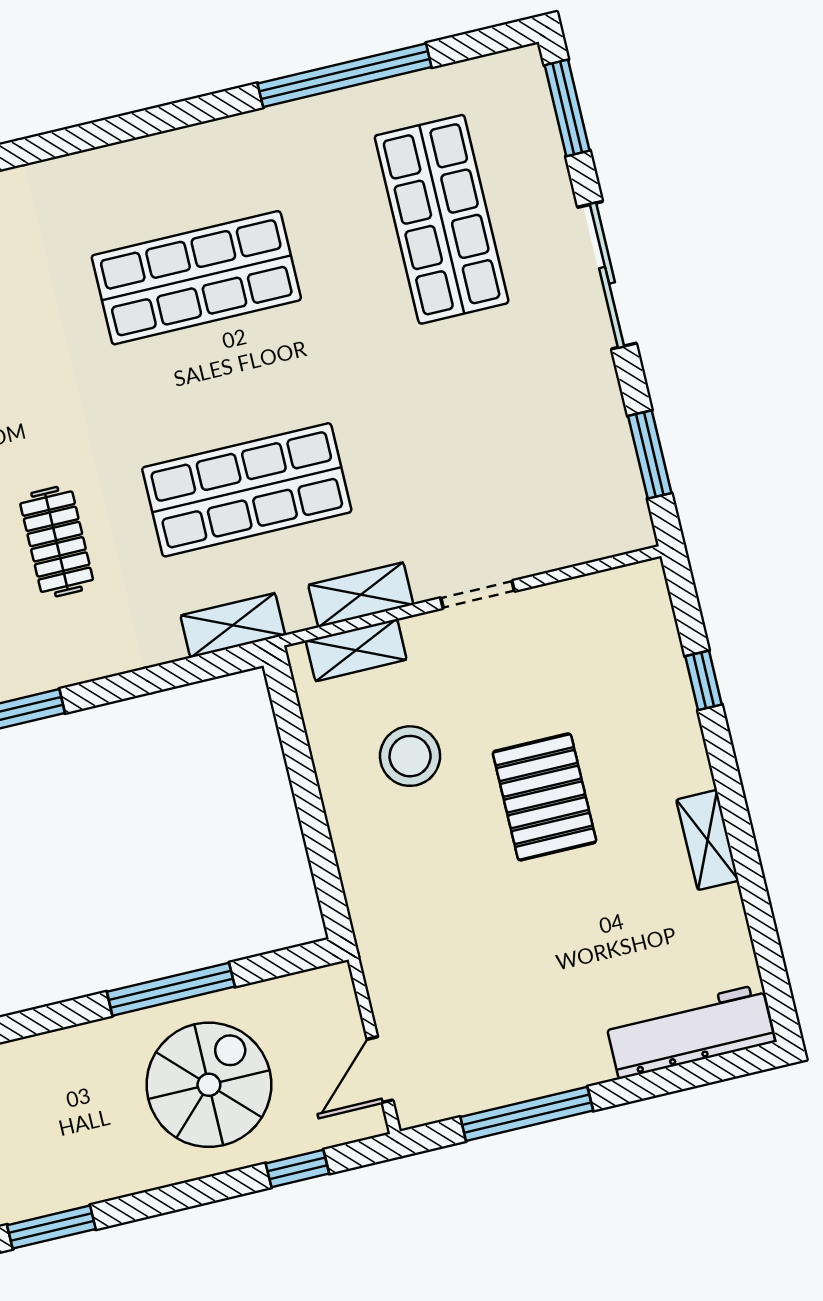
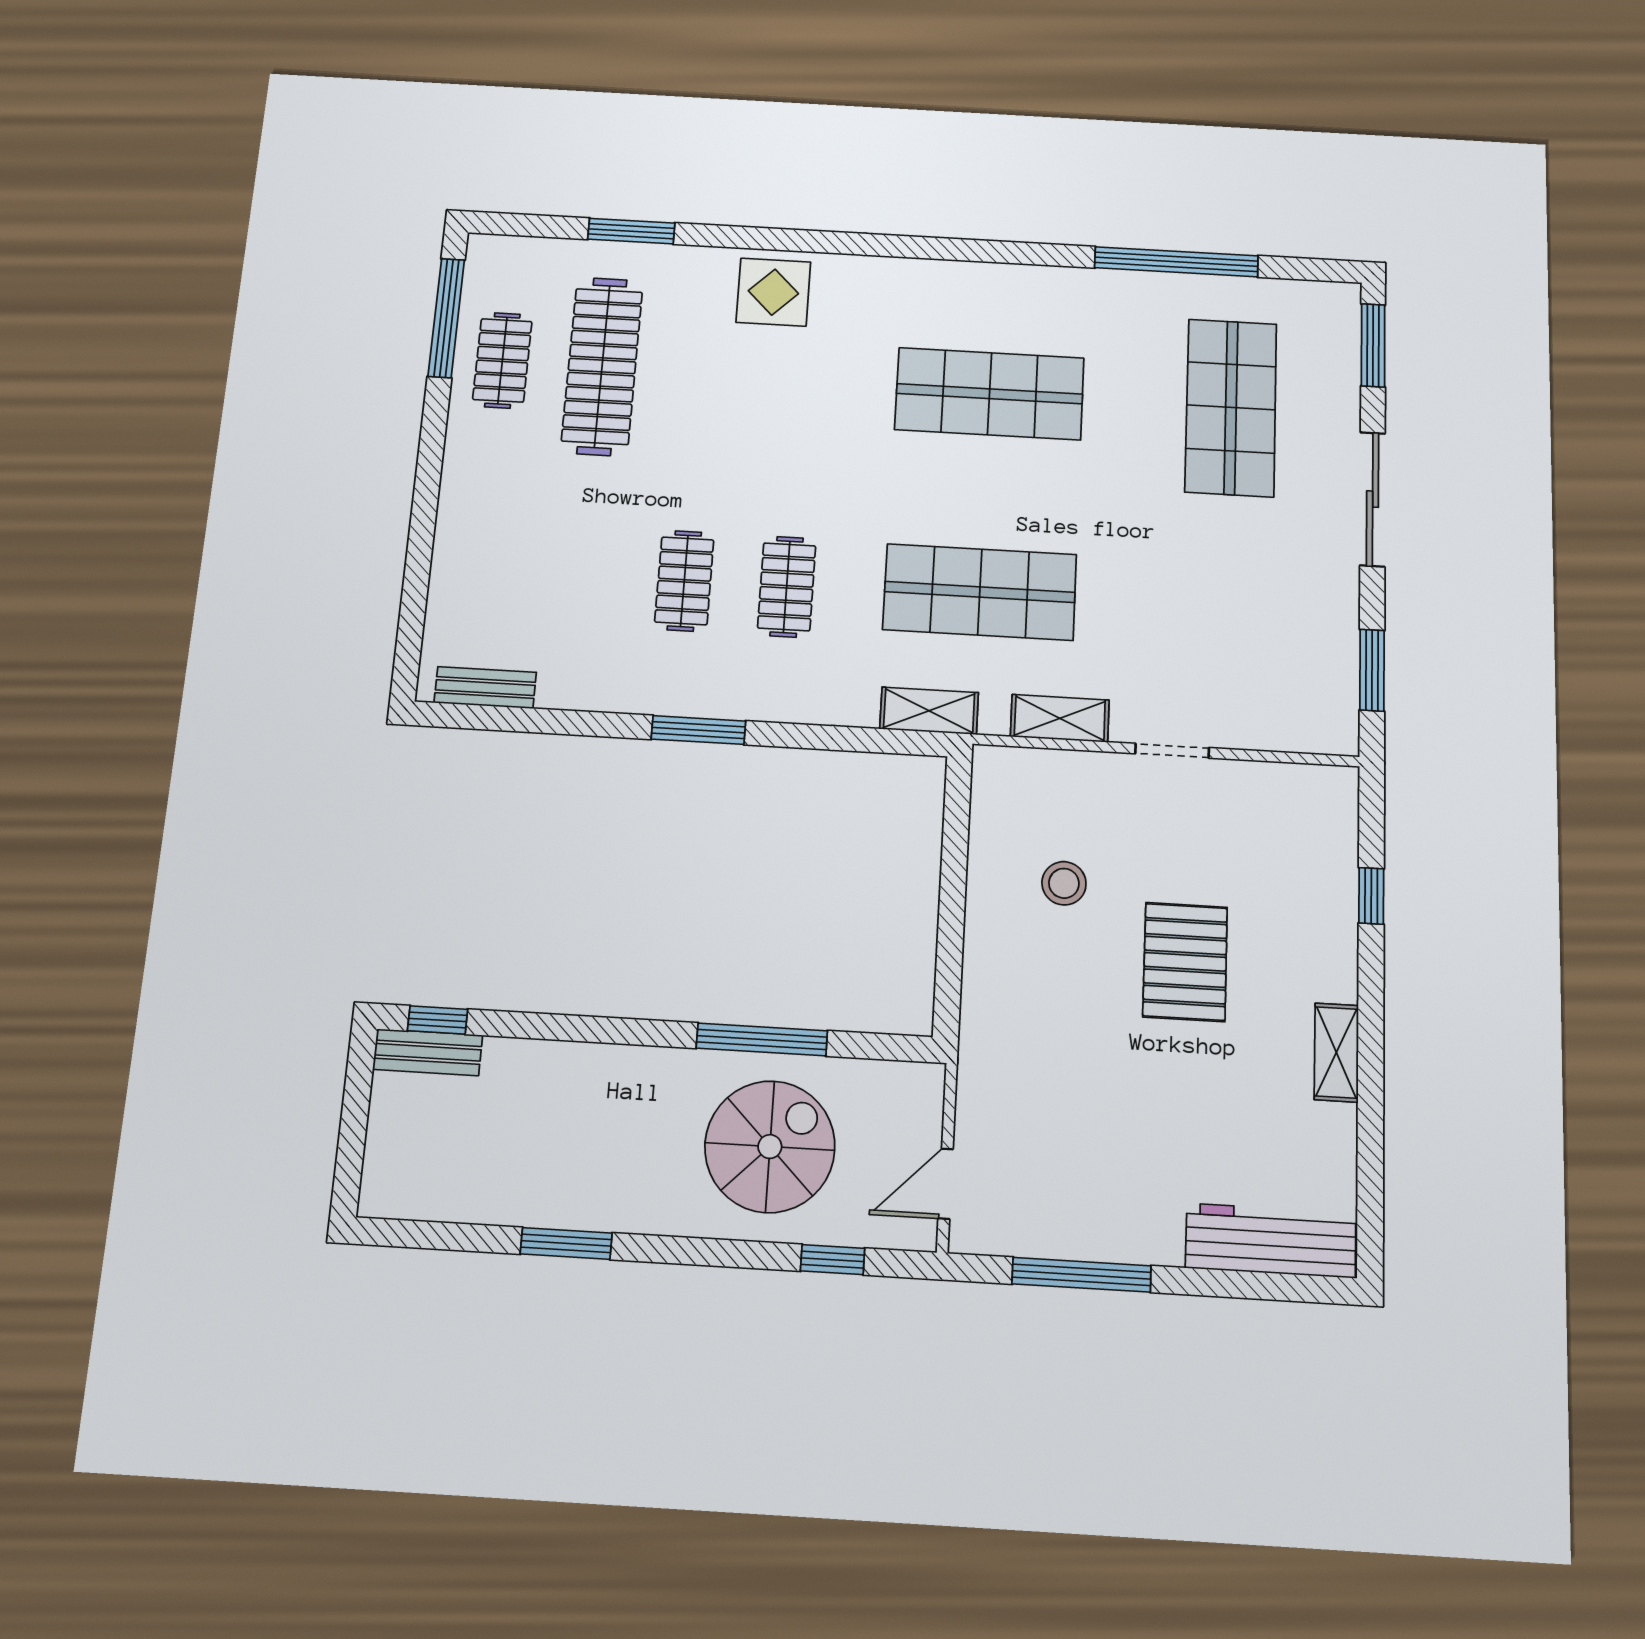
shelving: (356, 650) -> (1040, 768), removed
stool: (410, 756) -> (1064, 883), width x0.73, depth x0.73

